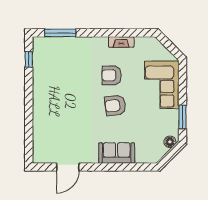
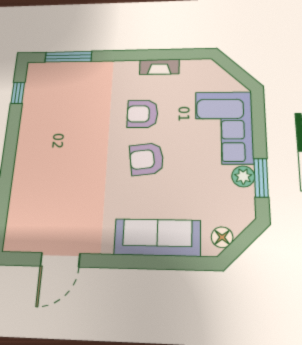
plant: (172, 116) -> (243, 176), added
floor lamp: (170, 142) -> (222, 237), moved
sofa: (117, 153) -> (157, 237), width x1.36

